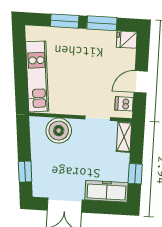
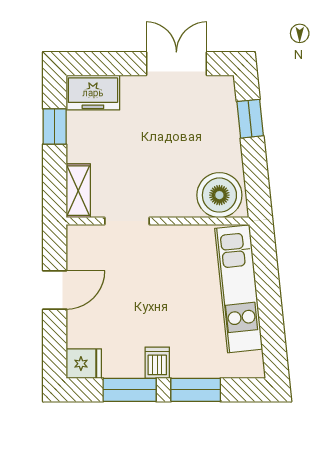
dishwasher: (124, 104) -> (157, 363), moved, turned -90
boiler: (59, 131) -> (219, 195), moved
freezer: (106, 191) -> (93, 93), width x0.71

